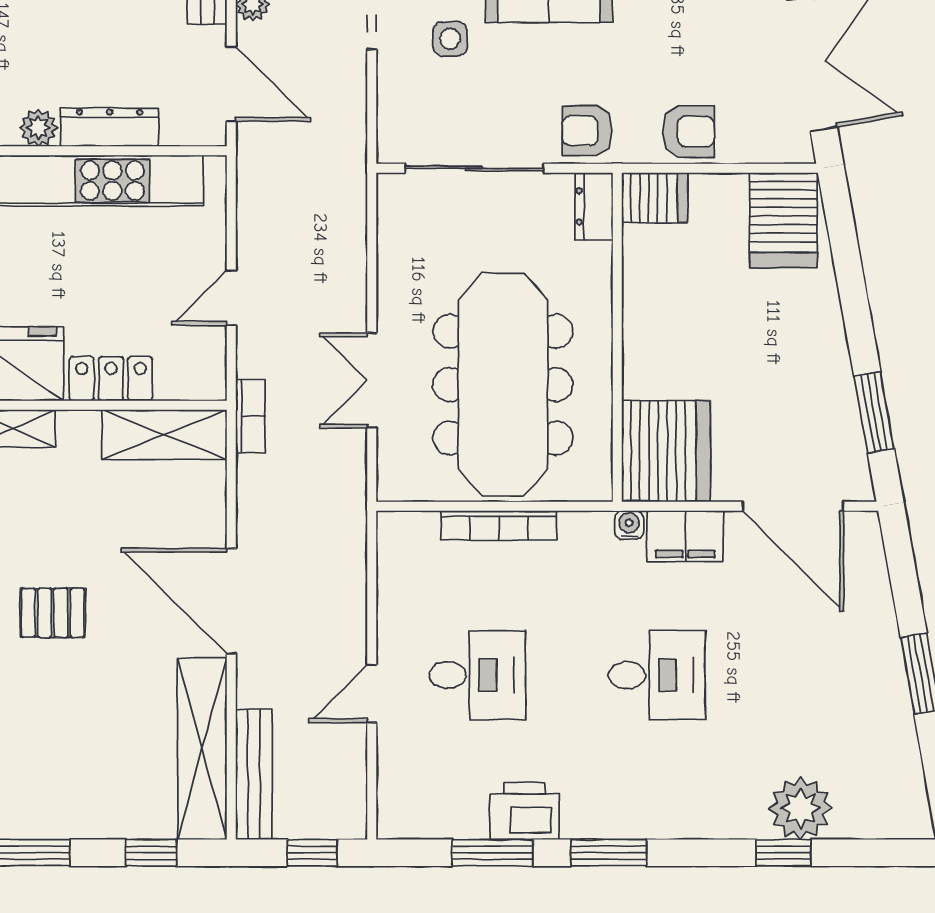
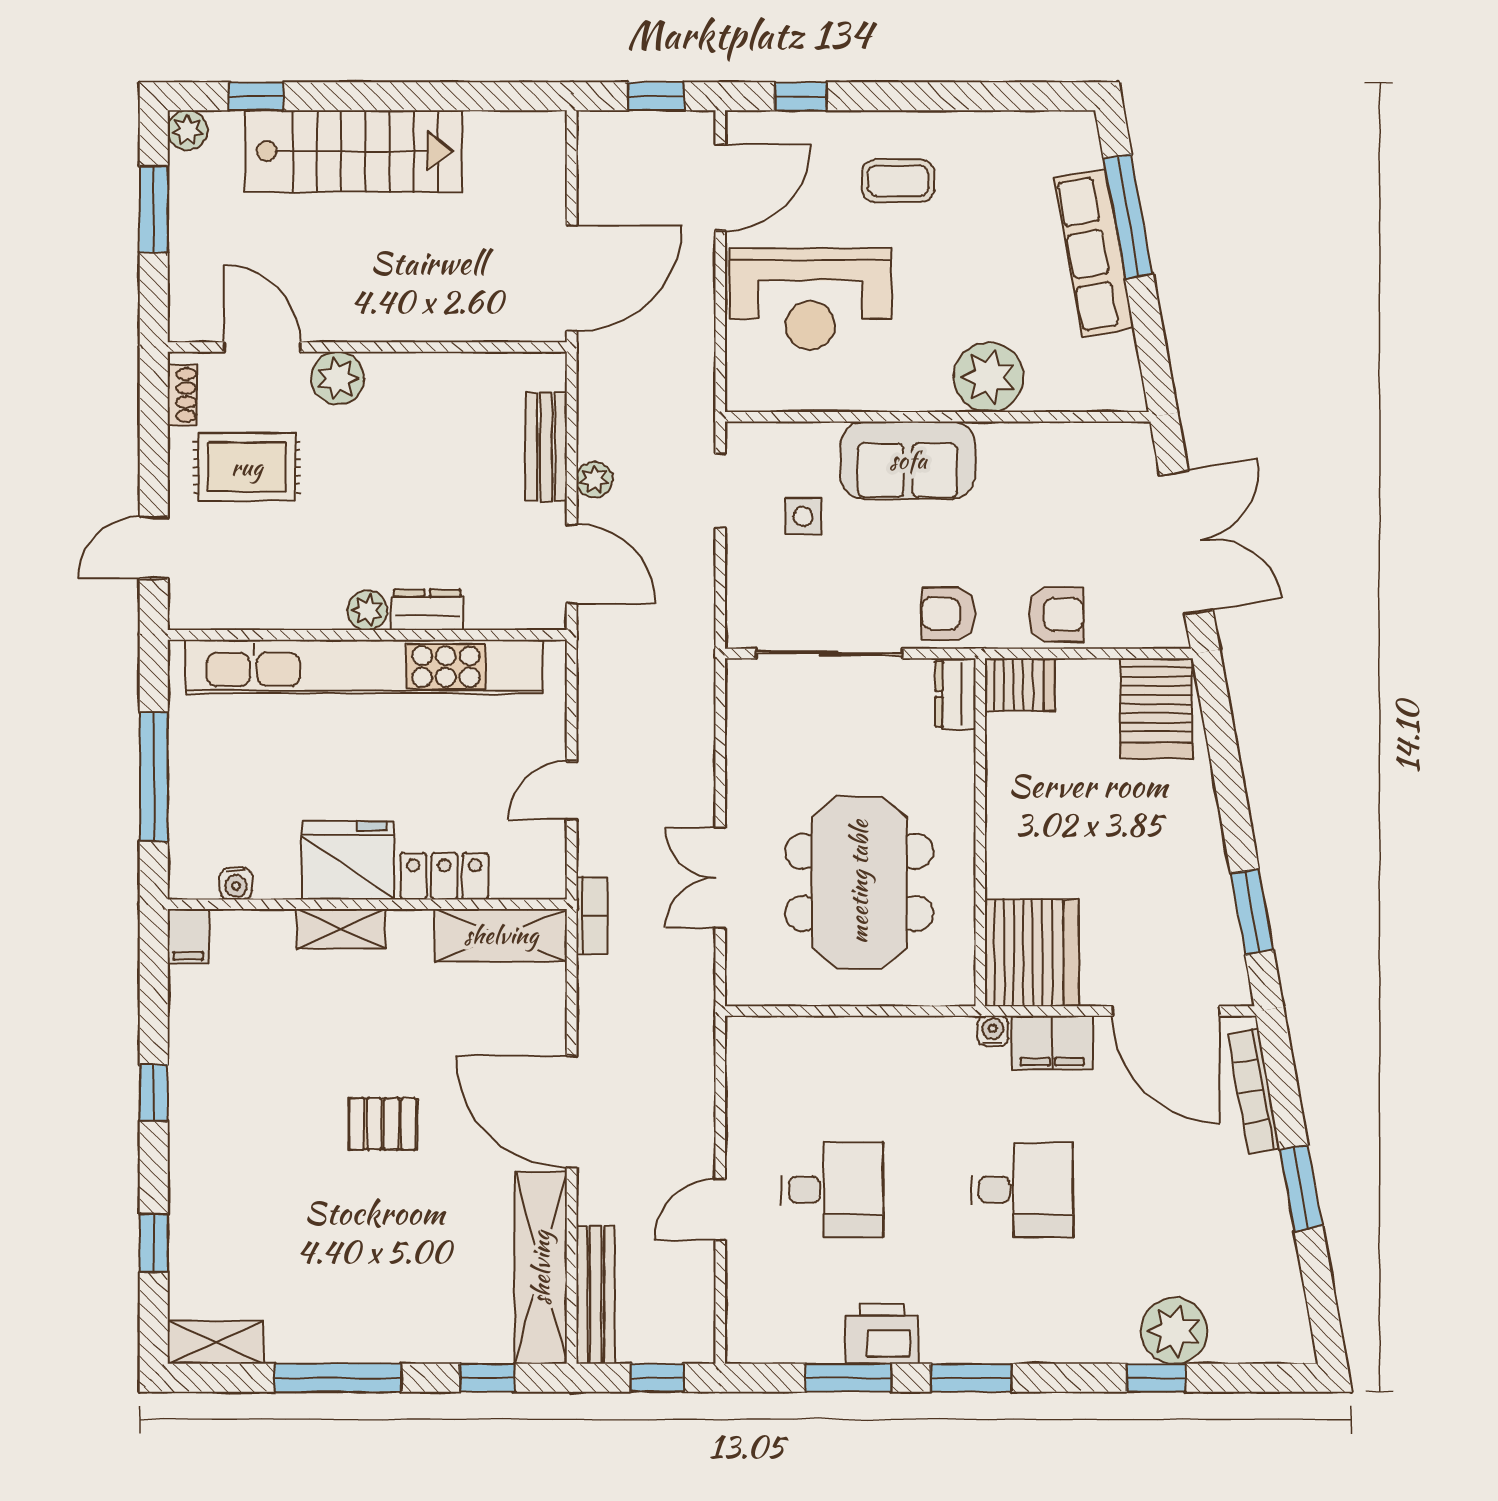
dresser: (110, 127) -> (427, 610), width x0.70
meeting table: (503, 385) -> (859, 882), width x0.73
bookcase: (499, 525) -> (1254, 1091), moved, turned 80

